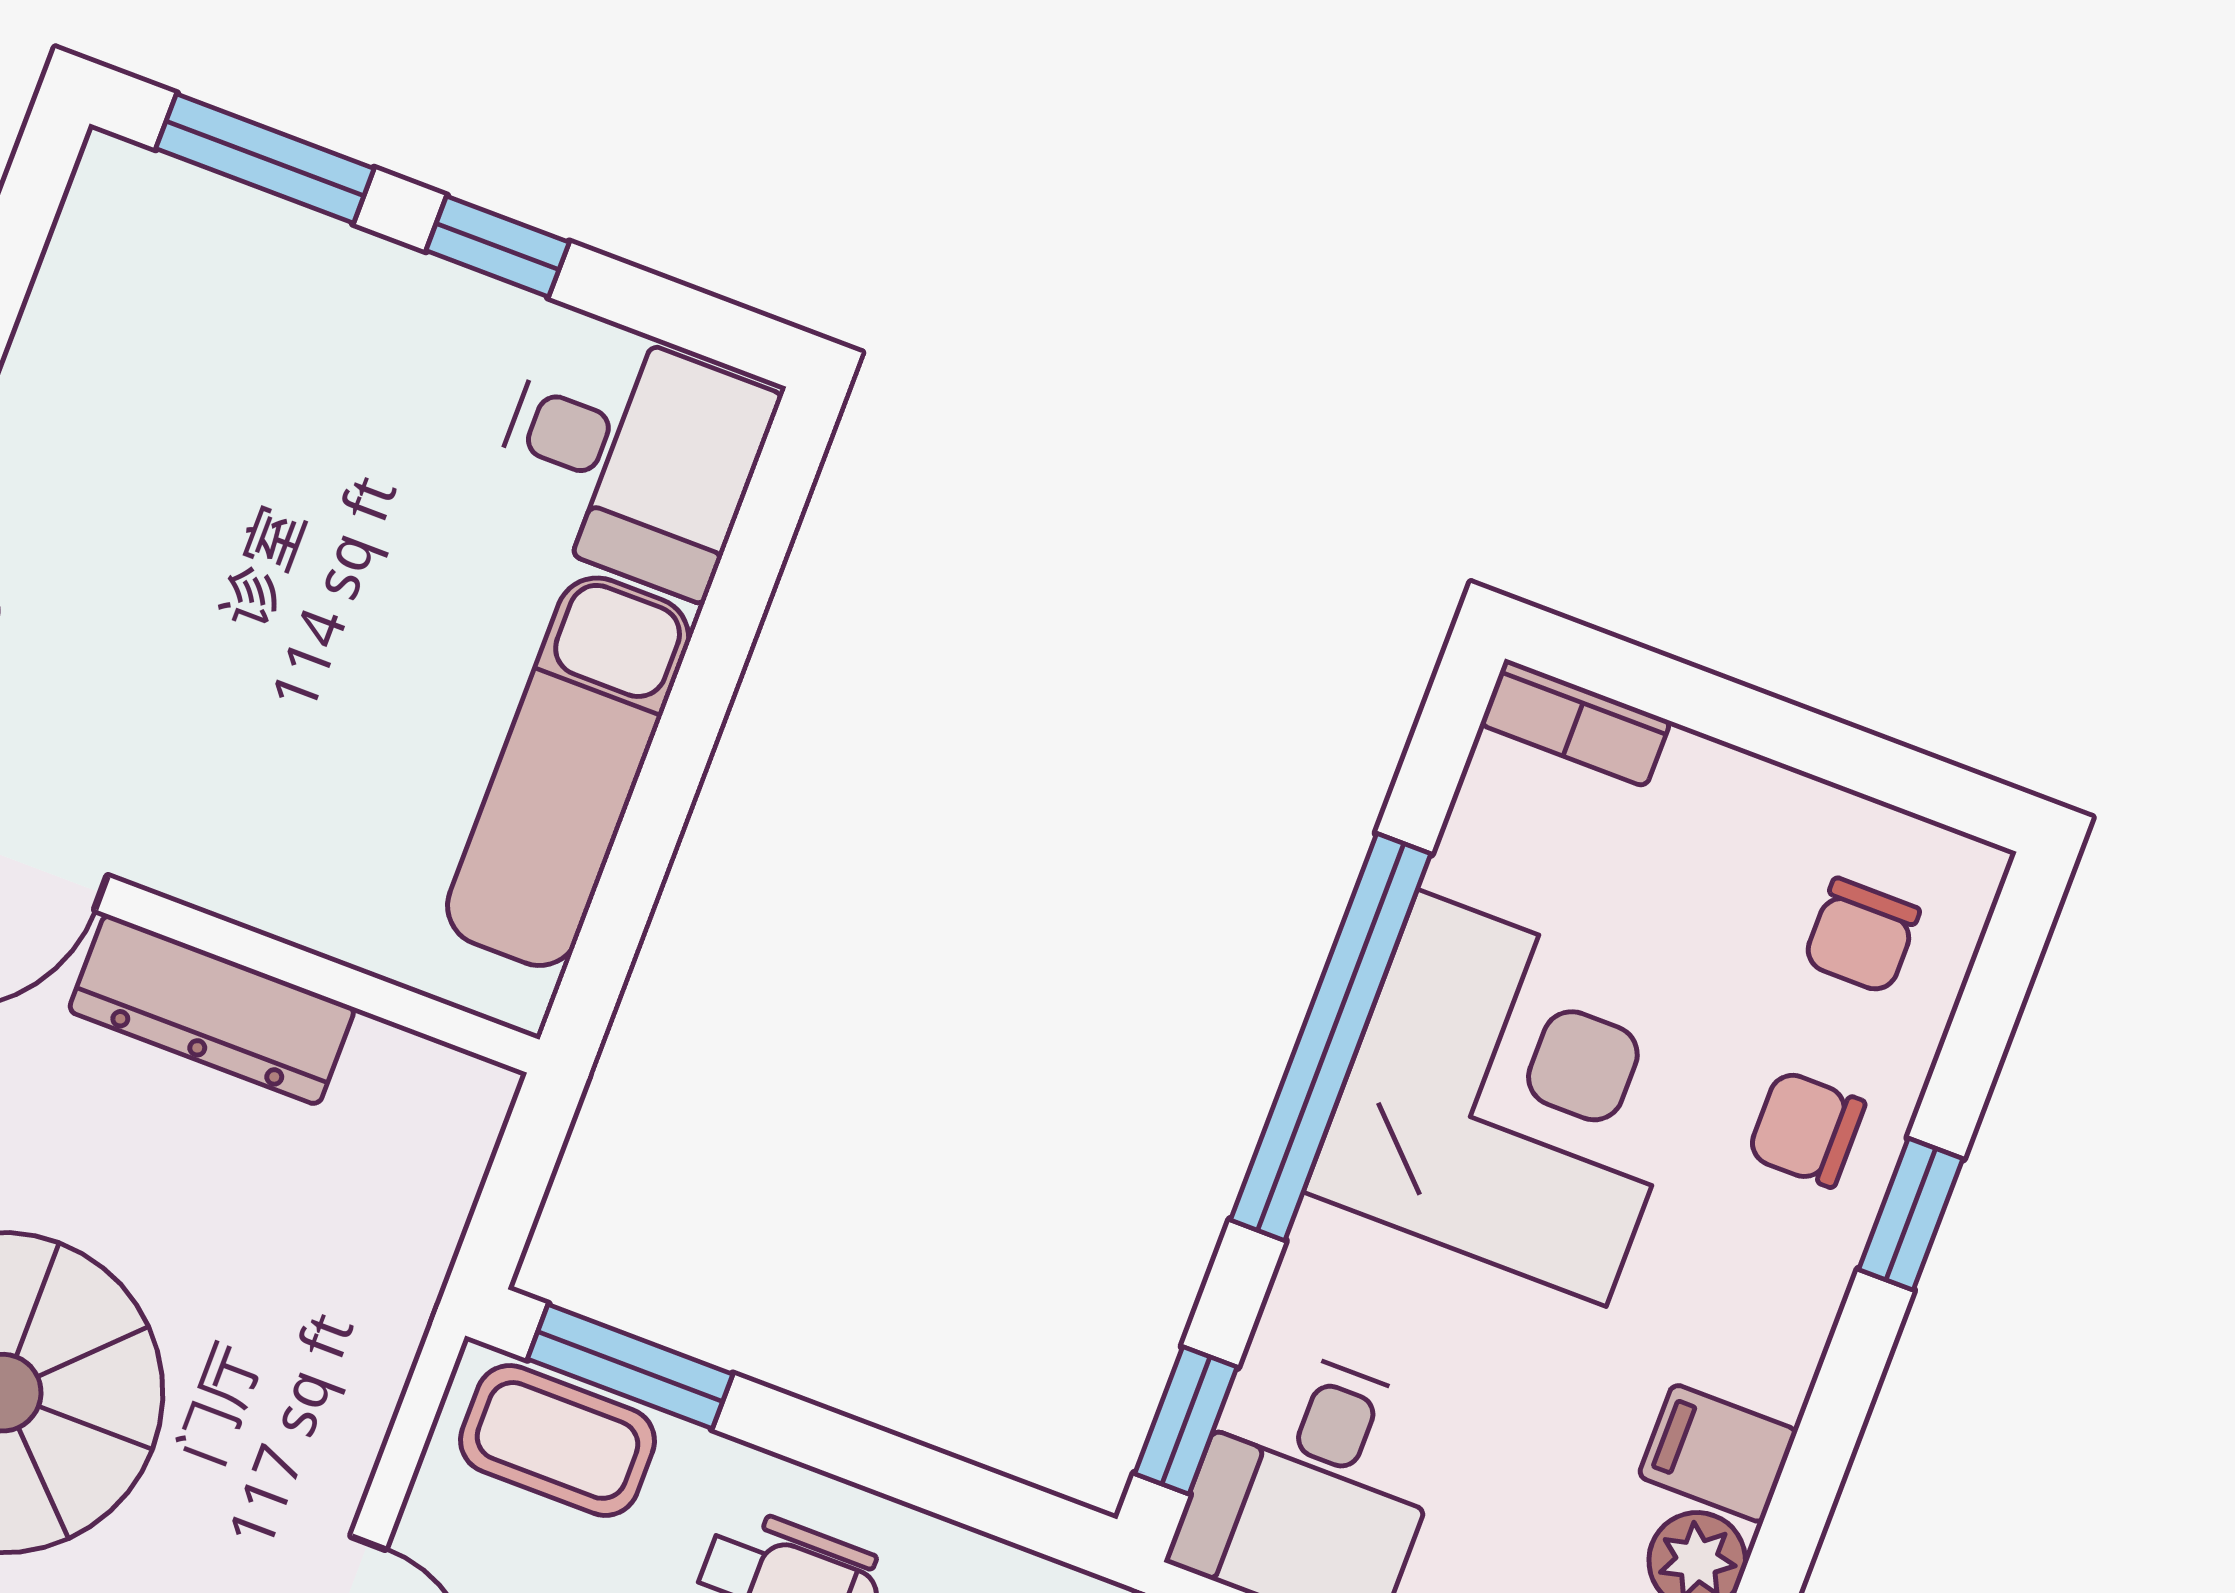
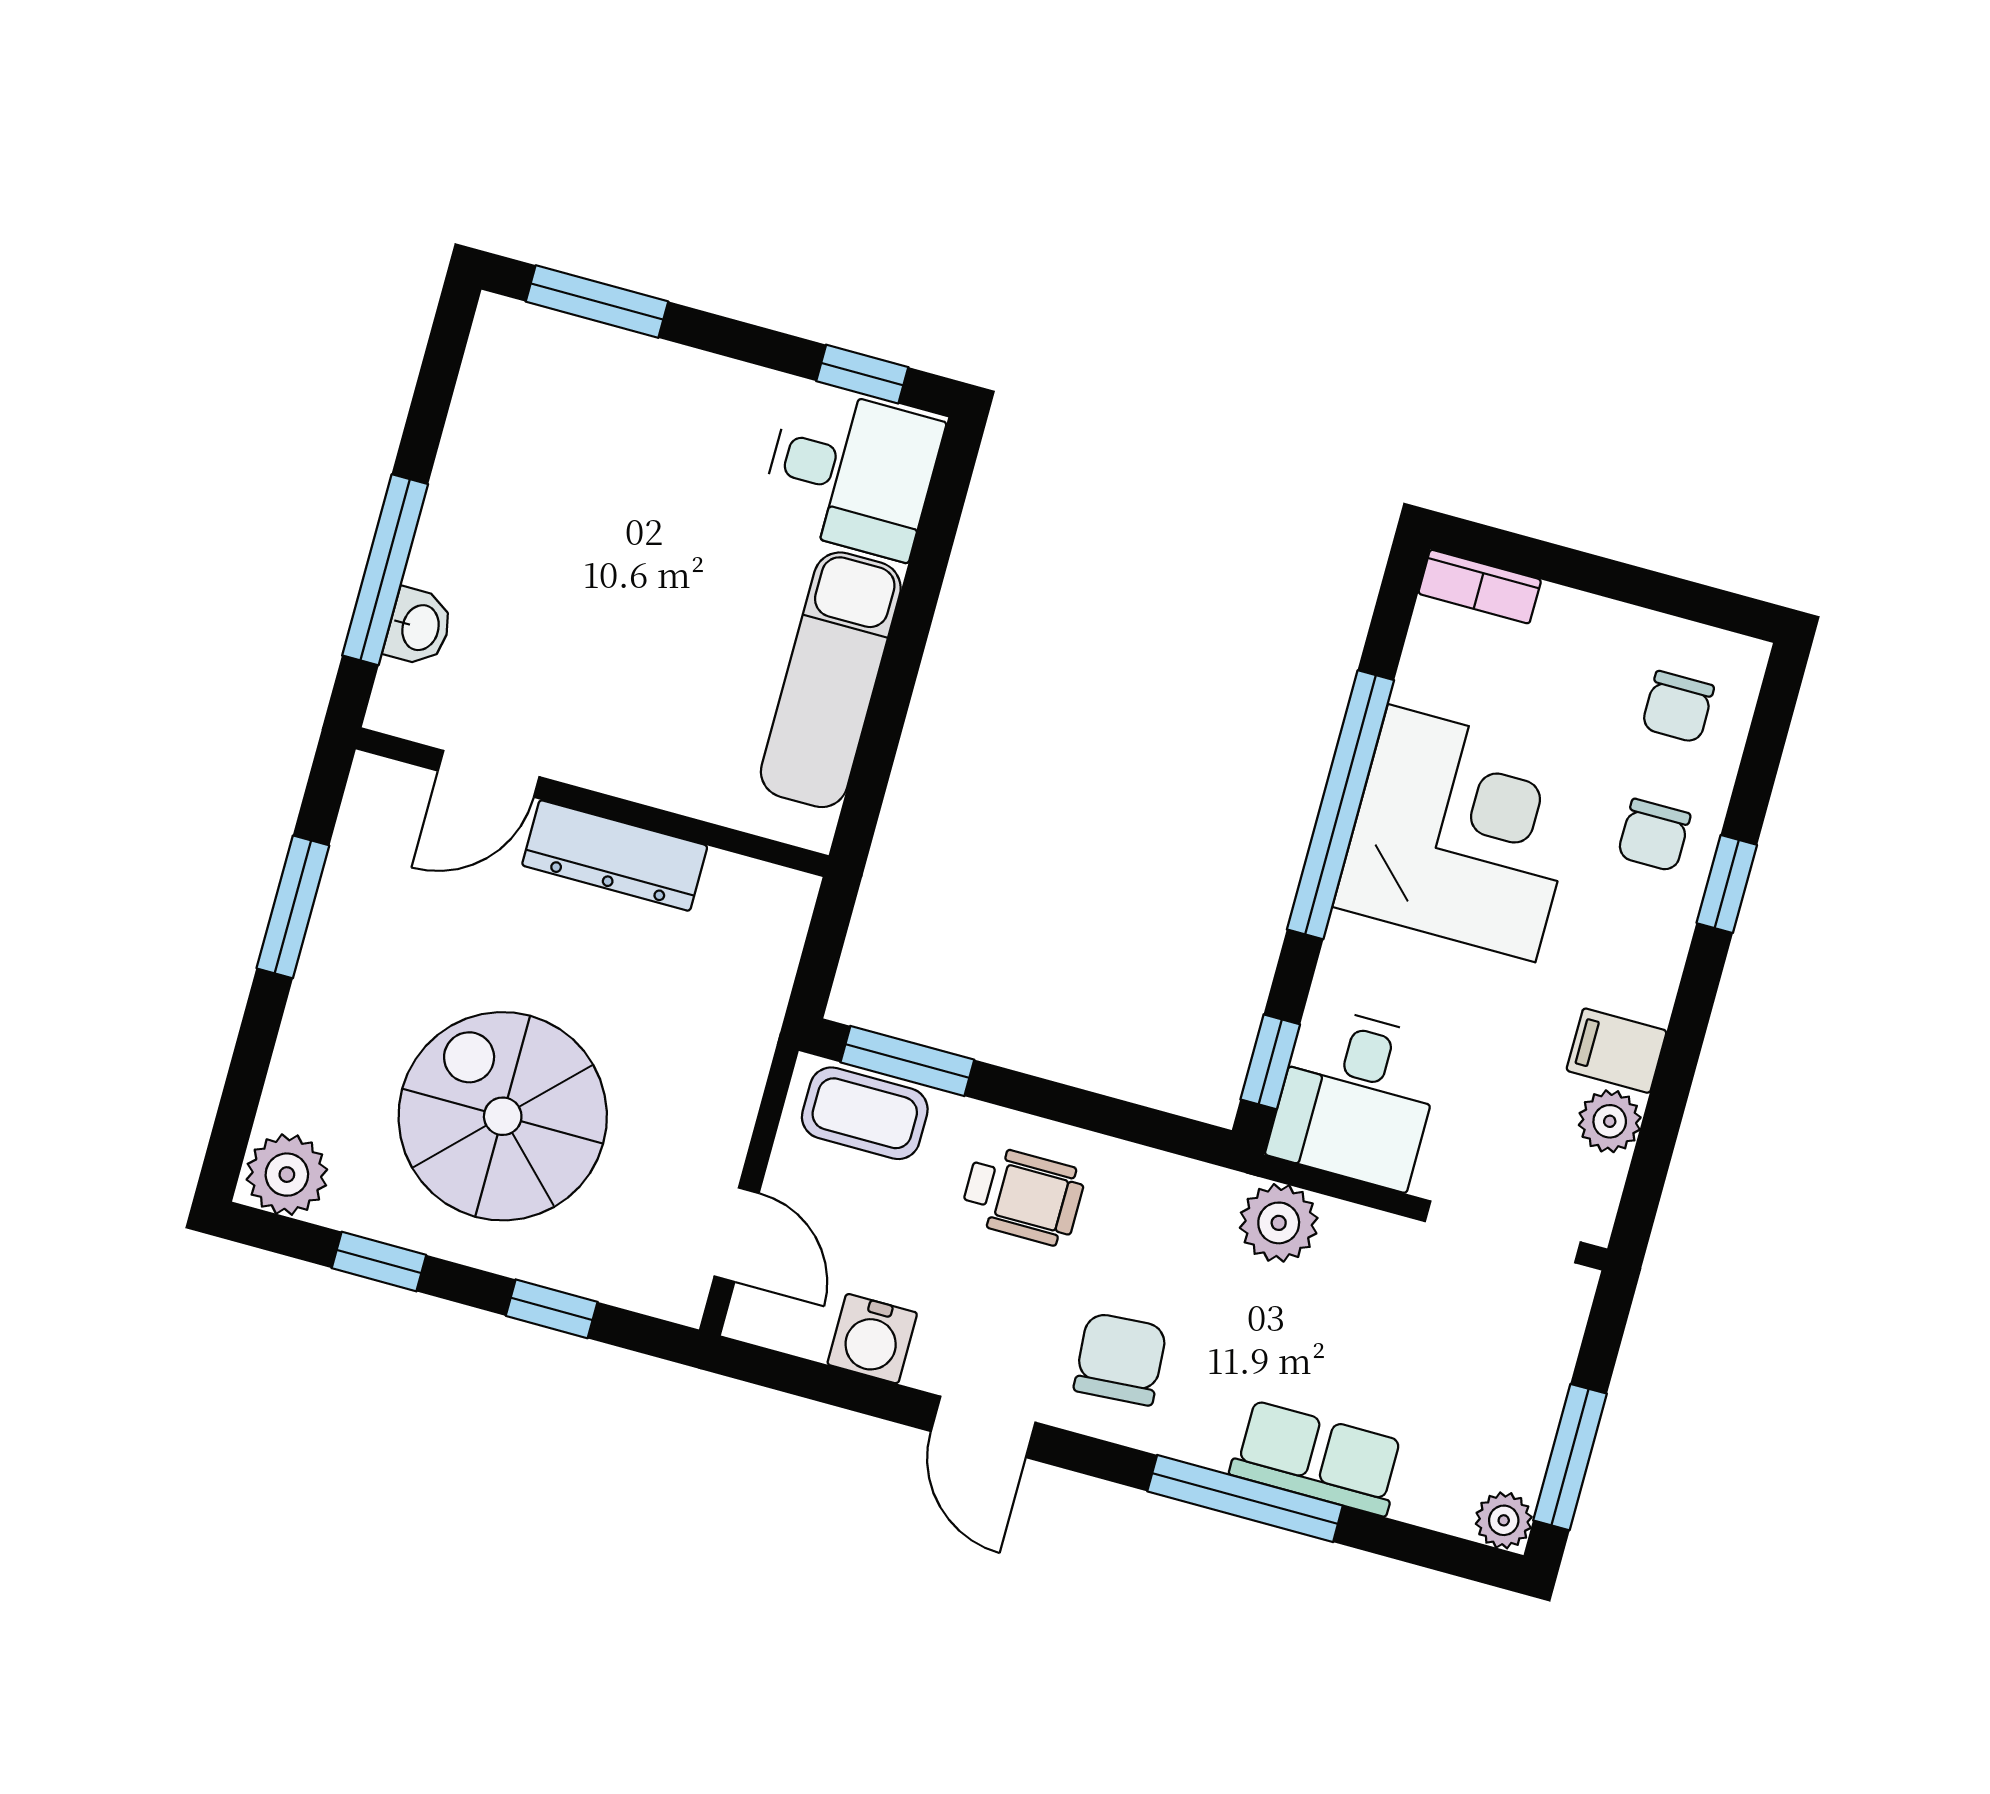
window: (498, 246) -> (862, 374), moved
chair: (1806, 1129) -> (1654, 835), turned -90

